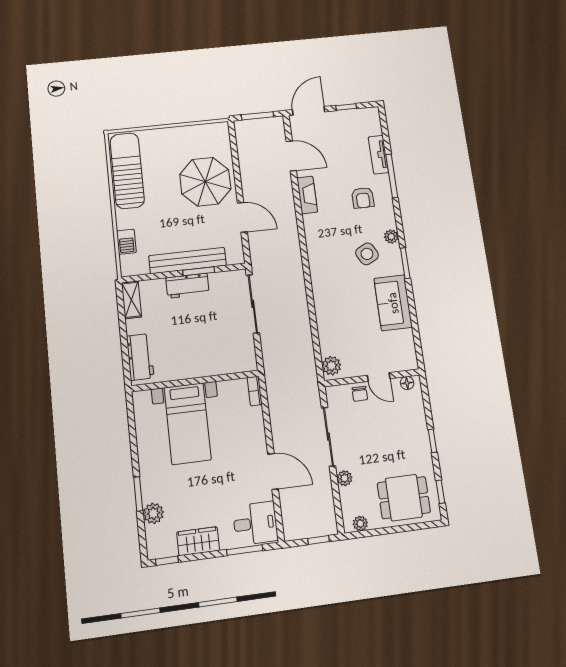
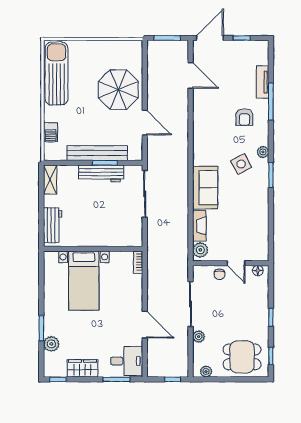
fireplace: (307, 195) -> (199, 226), moved
workbench: (187, 286) -> (101, 173), width x1.38
sofa: (393, 303) -> (205, 188), moved, turned 180

